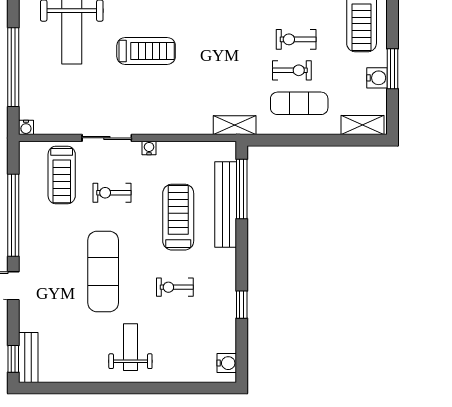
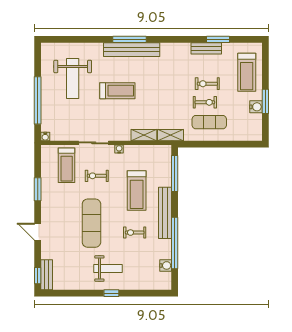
shelving: (363, 125) -> (144, 135), moved
bench: (226, 204) -> (165, 213), moved
window: (13, 215) -> (38, 189), width x0.47
treadmill: (178, 217) -> (137, 190), turned 180
window: (242, 305) -> (175, 243), width x3.17
weight bench: (130, 347) -> (108, 268), turned 90
water cooler: (227, 363) -> (166, 265), moved
window: (136, 388) -> (111, 293), added

